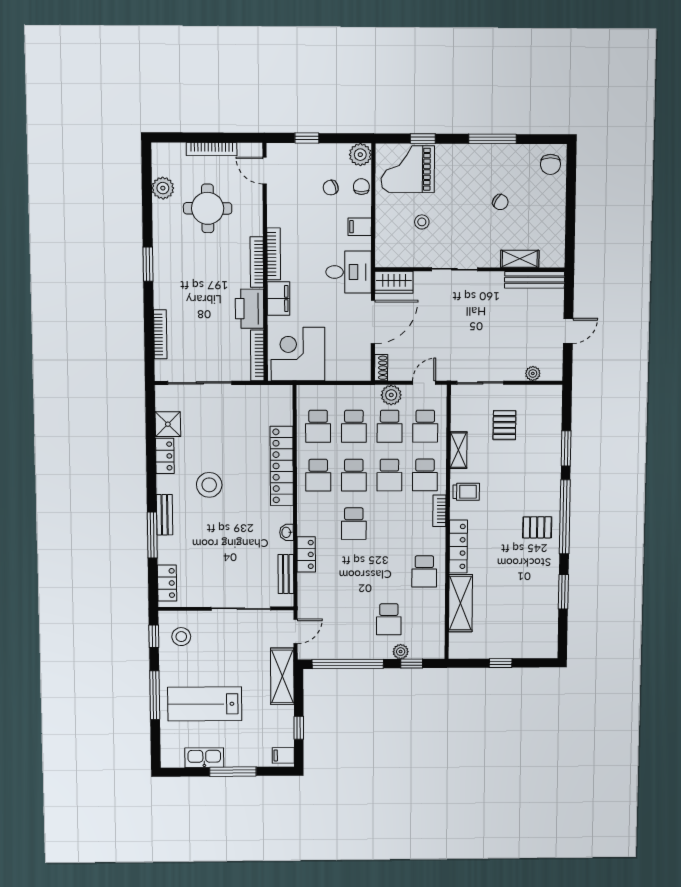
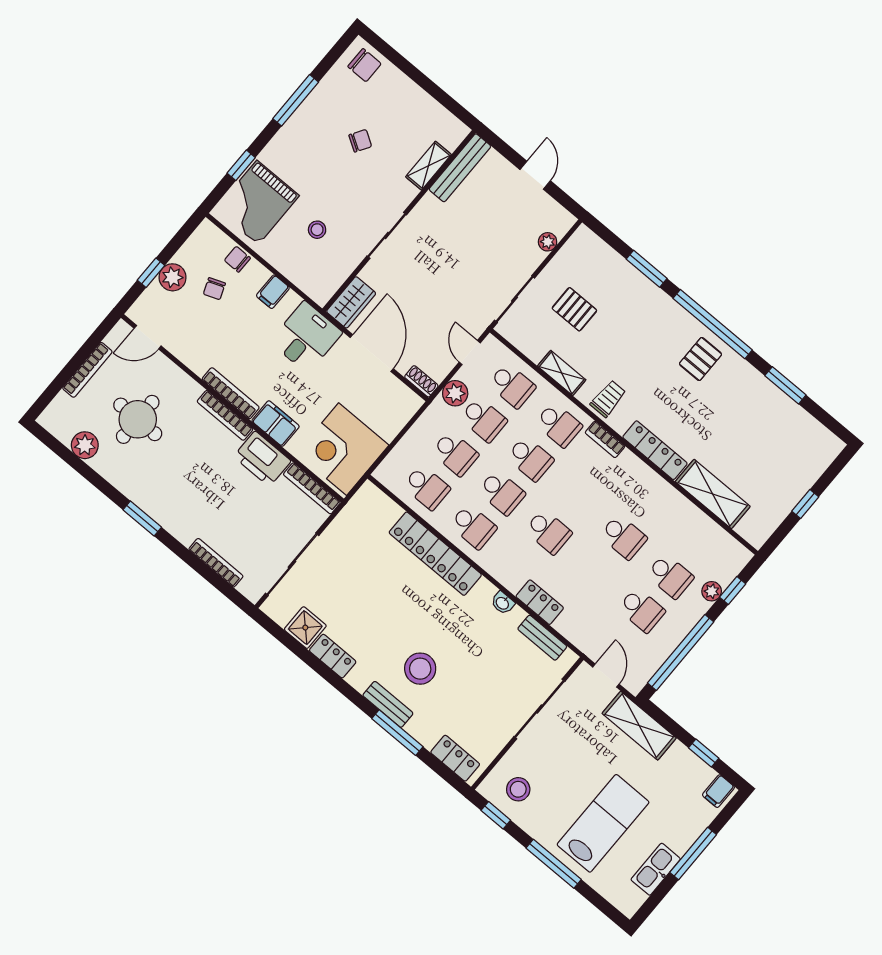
plant: (360, 155) -> (172, 277), moved
stool: (209, 485) -> (420, 669), moved
school desk: (424, 571) -> (623, 537), moved
school desk: (354, 619) -> (642, 610), added
lab bench: (205, 704) -> (603, 823), turned 180

